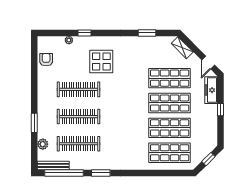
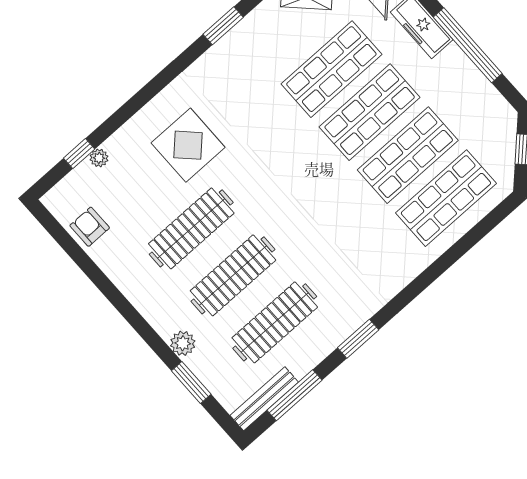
window: (85, 33) -> (79, 154), moved
window: (221, 110) -> (468, 45), width x3.17
window: (34, 123) -> (191, 383), moved
plant: (43, 144) -> (183, 343), moved
window: (64, 173) -> (295, 395), width x0.68

